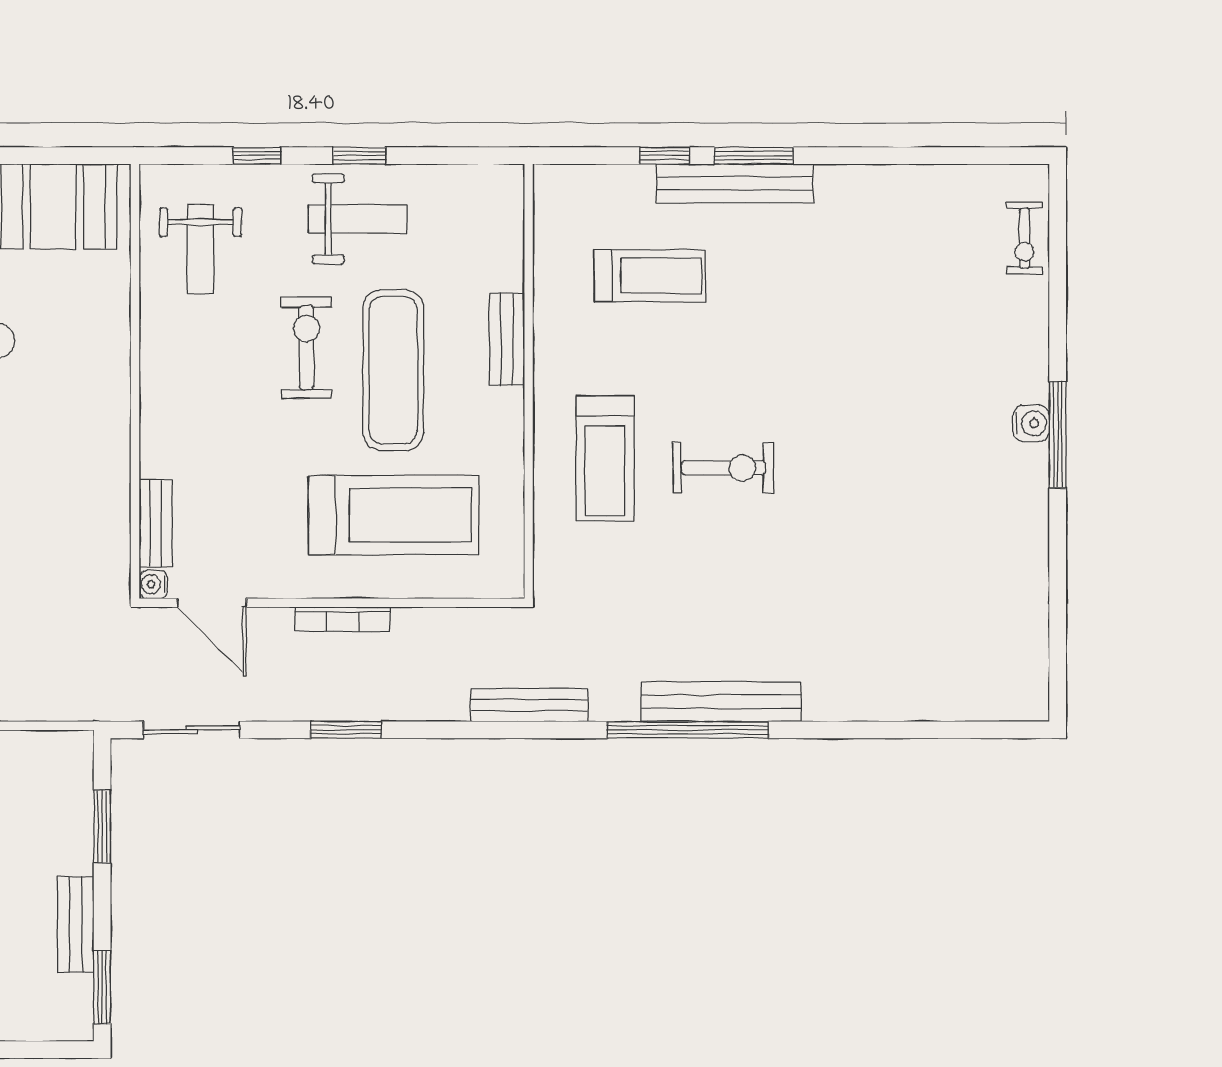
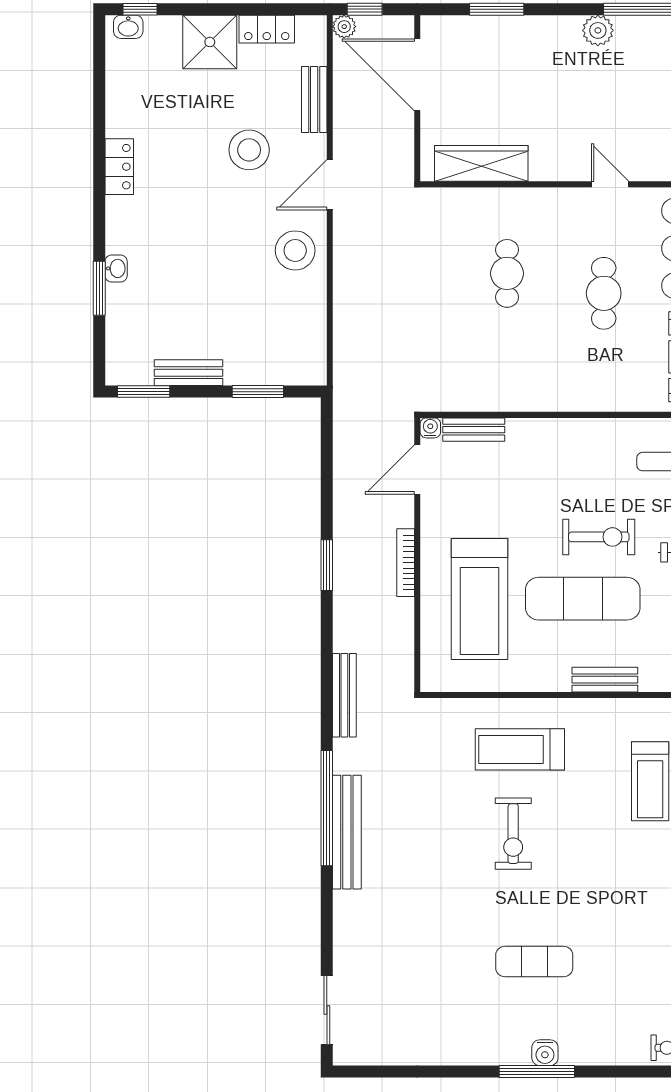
exercise mat: (903, 438) -> (534, 962), added
sliding door: (192, 730) -> (327, 1010), moved

